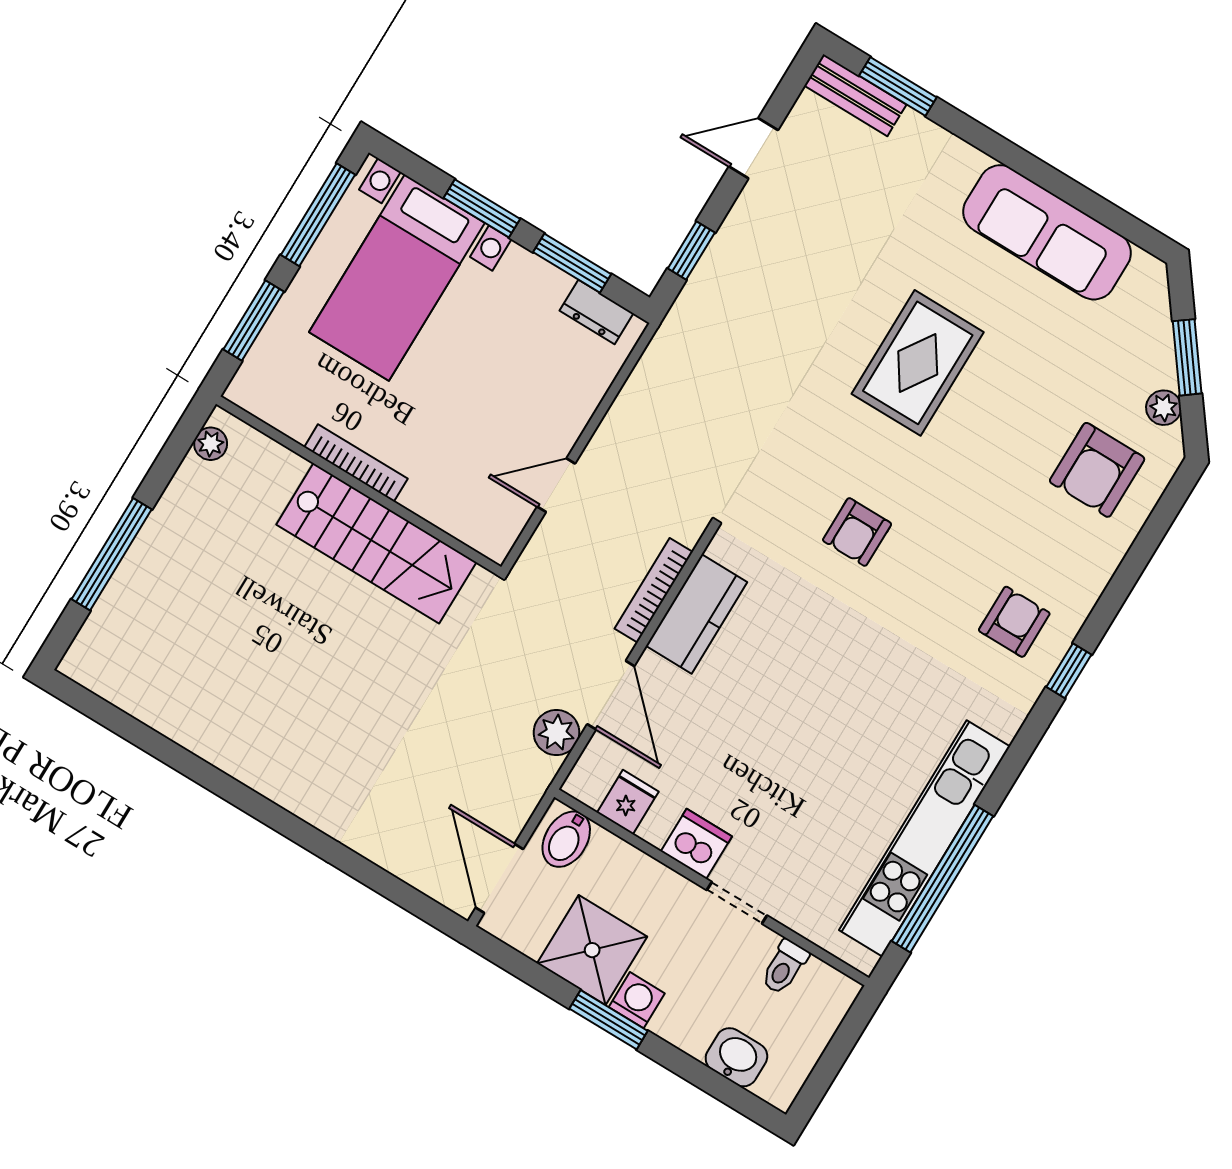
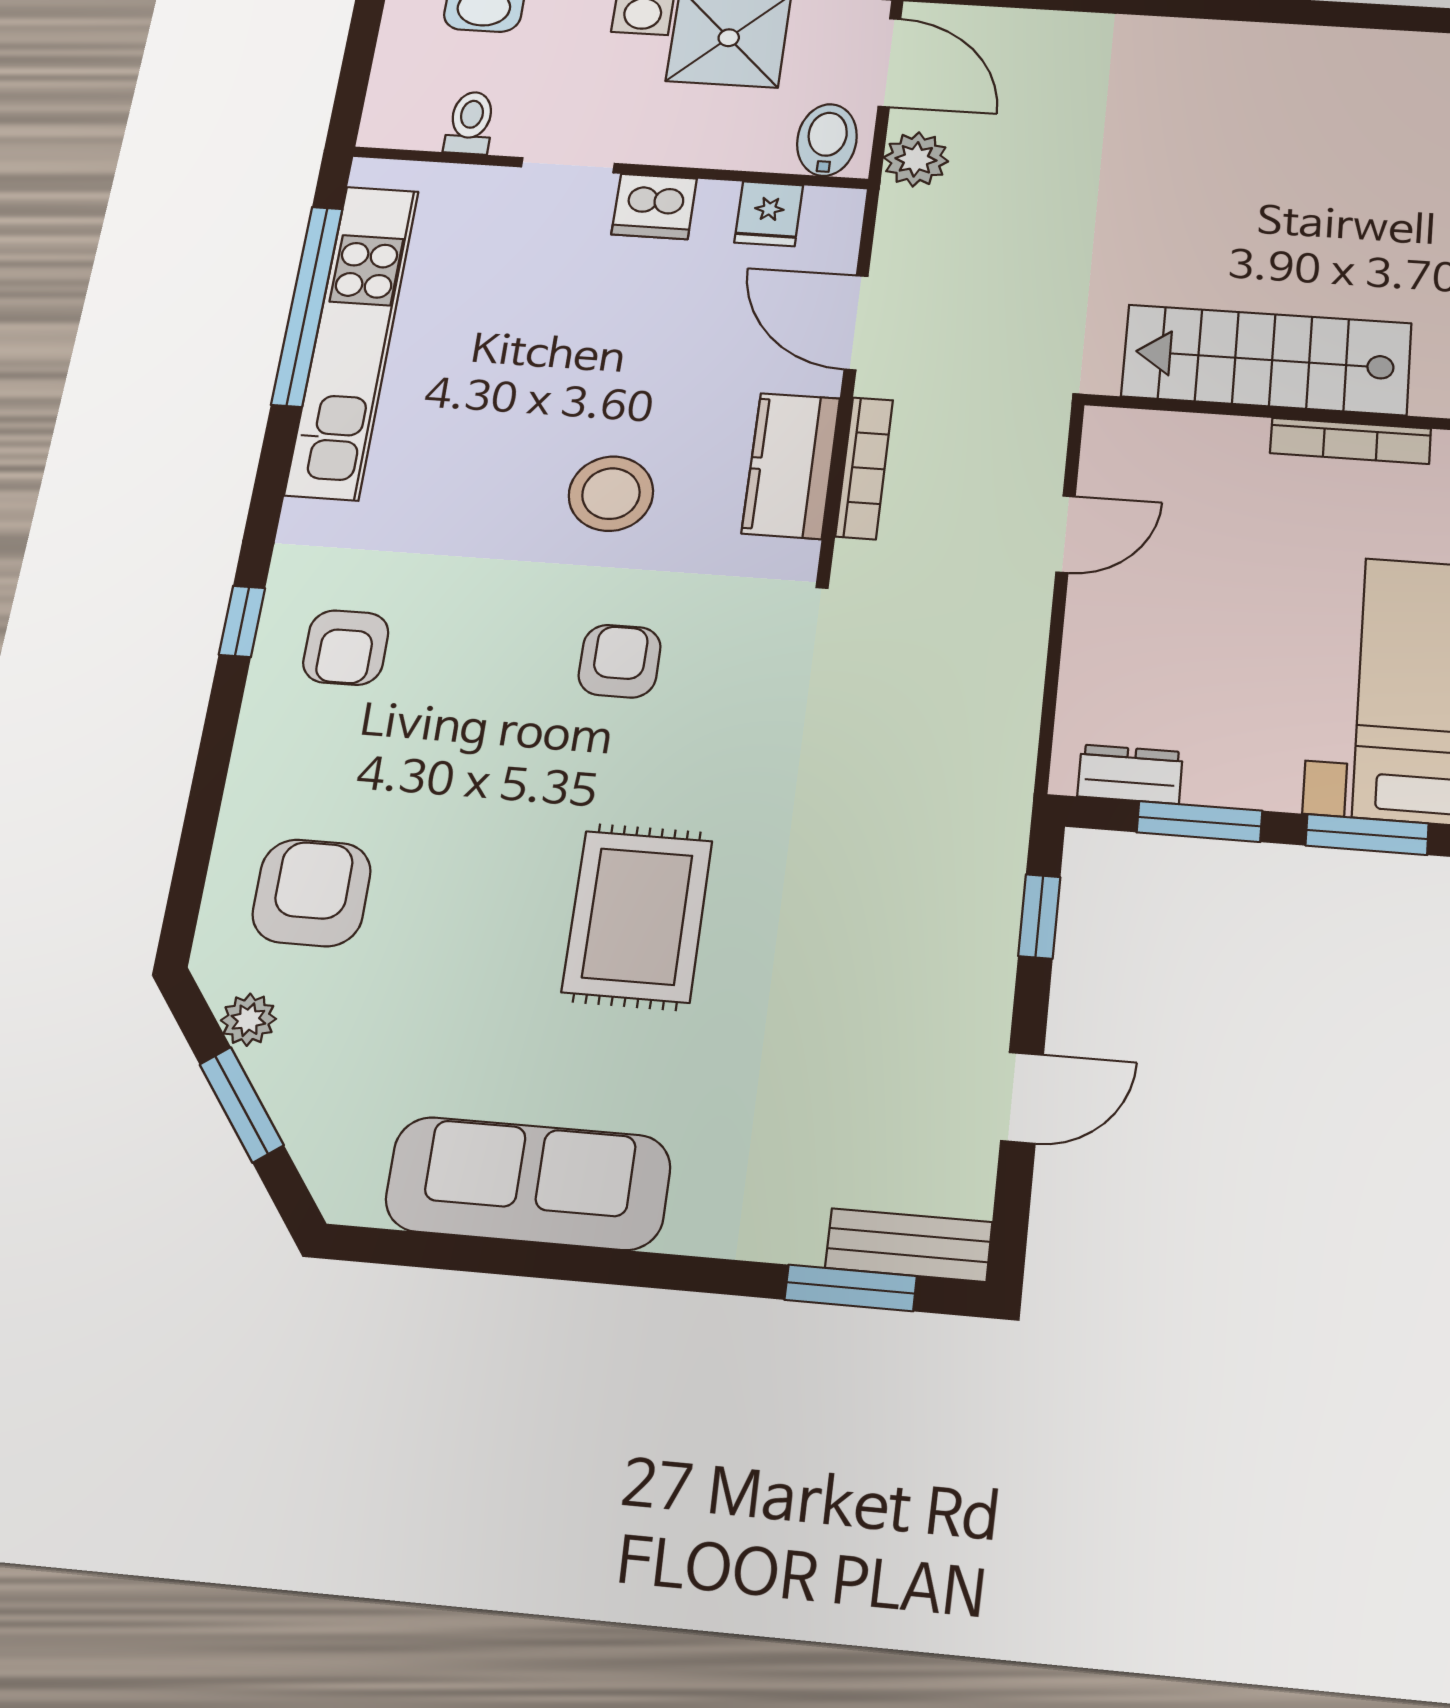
stool: (813, 649) -> (611, 494), added
plant: (556, 733) -> (916, 159), moved

